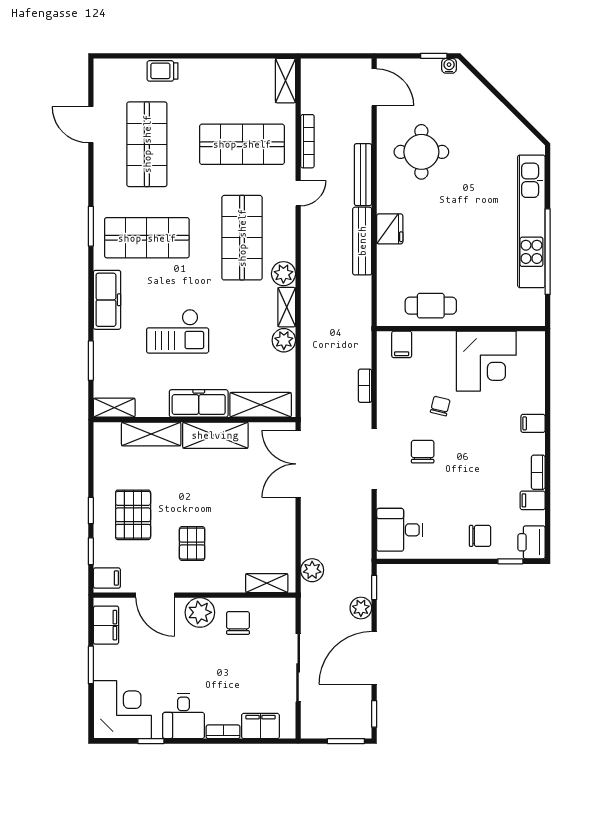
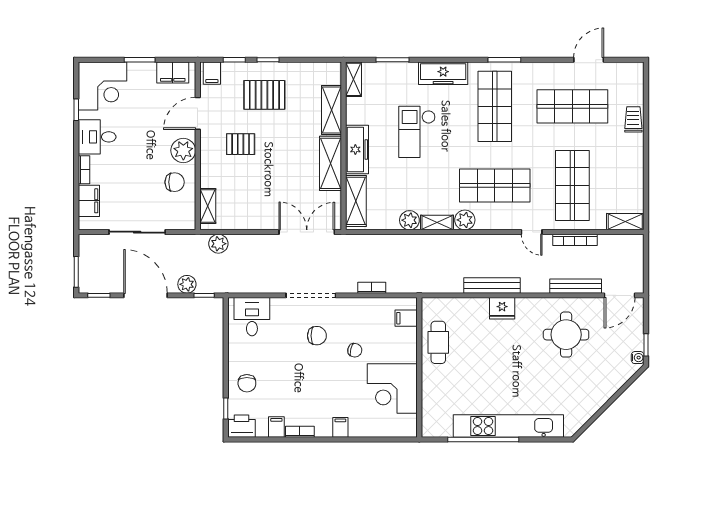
bench: (363, 175) -> (576, 286), moved

